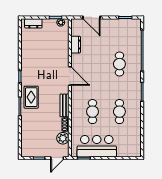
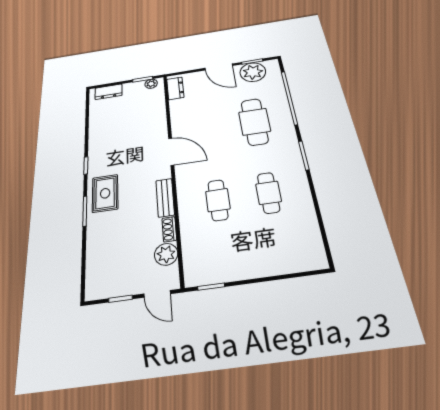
door: (92, 17) -> (219, 67), moved
plant: (124, 26) -> (253, 72), added
dresser: (76, 45) -> (175, 88), moved
cafe table: (119, 64) -> (255, 122), width x1.37, depth x1.35
bar counter: (97, 146) -> (235, 260), removed
door: (57, 158) -> (157, 294), hinge flipped

